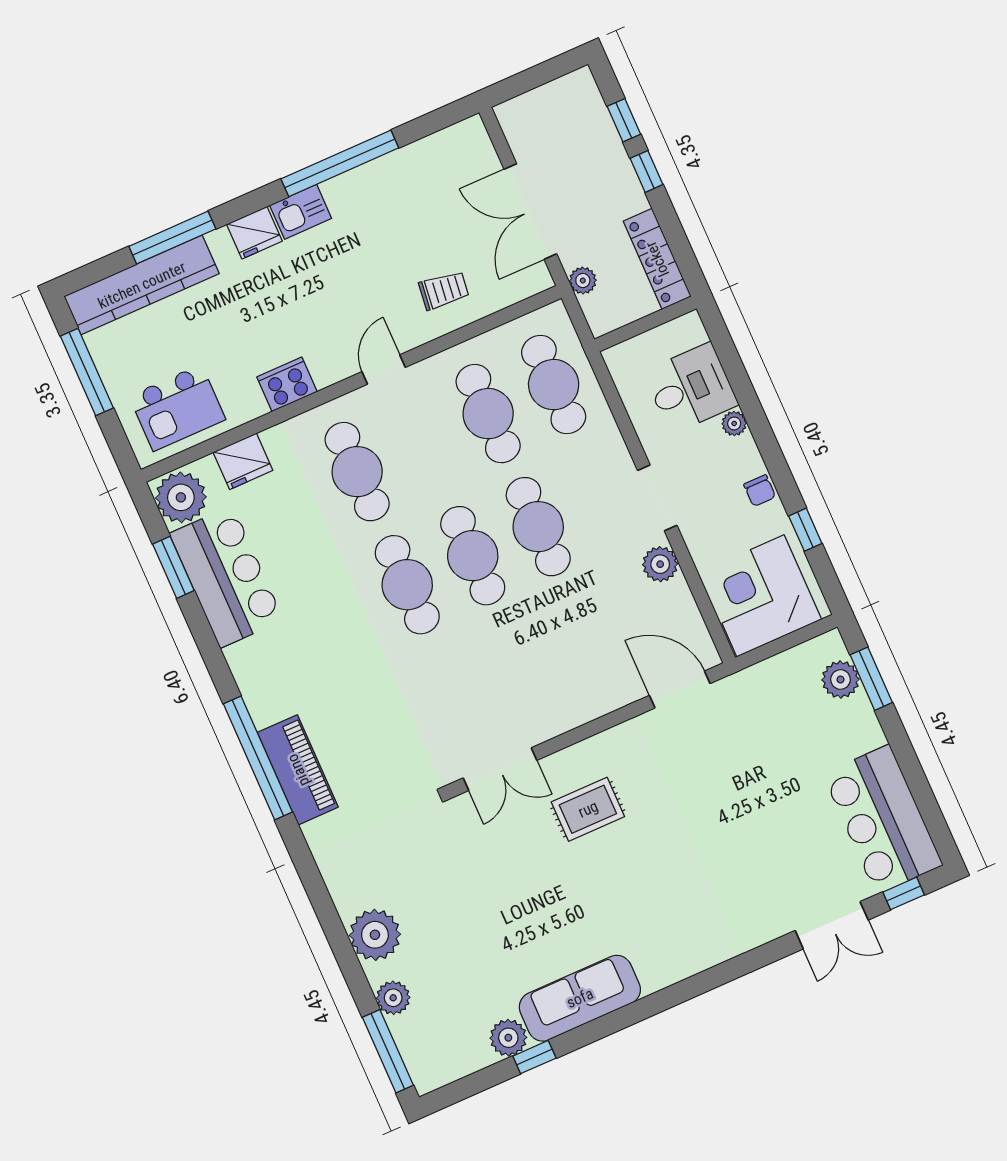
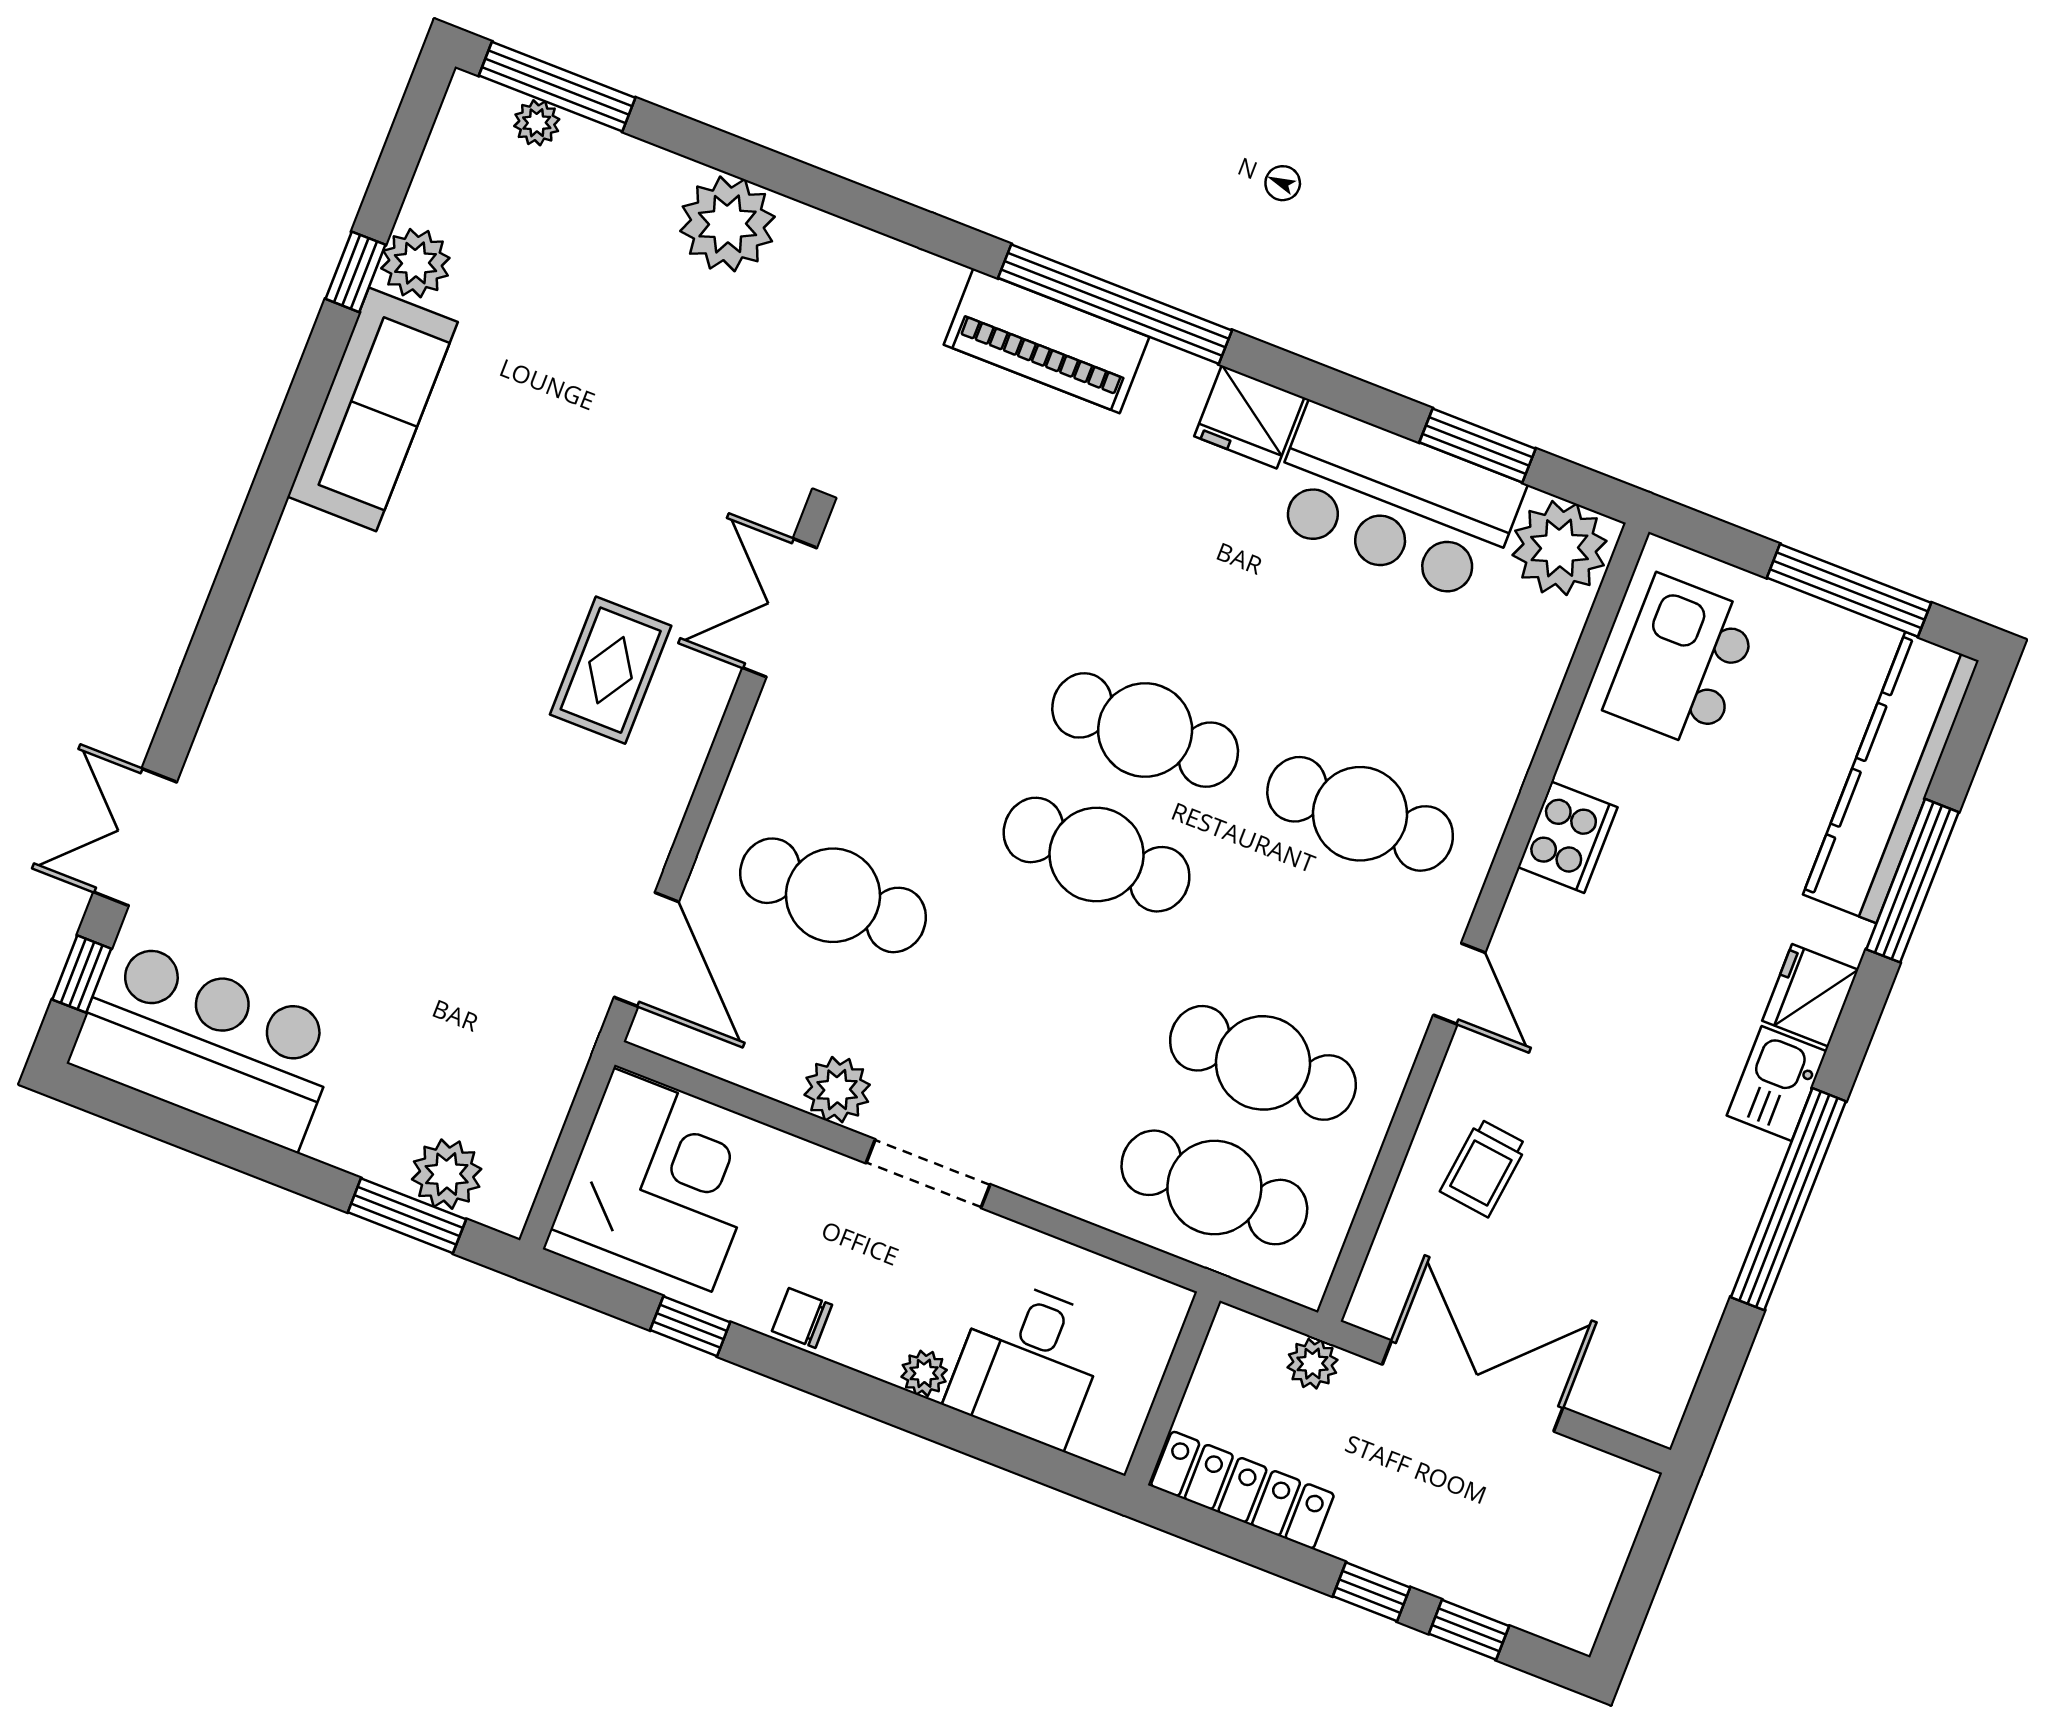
fridge: (243, 461) -> (1249, 417), moved, turned -90
cafe table: (538, 527) -> (833, 895), moved
door: (680, 690) -> (646, 949), hinge flipped
plant: (393, 998) -> (537, 123), moved, width x0.73, depth x0.73

